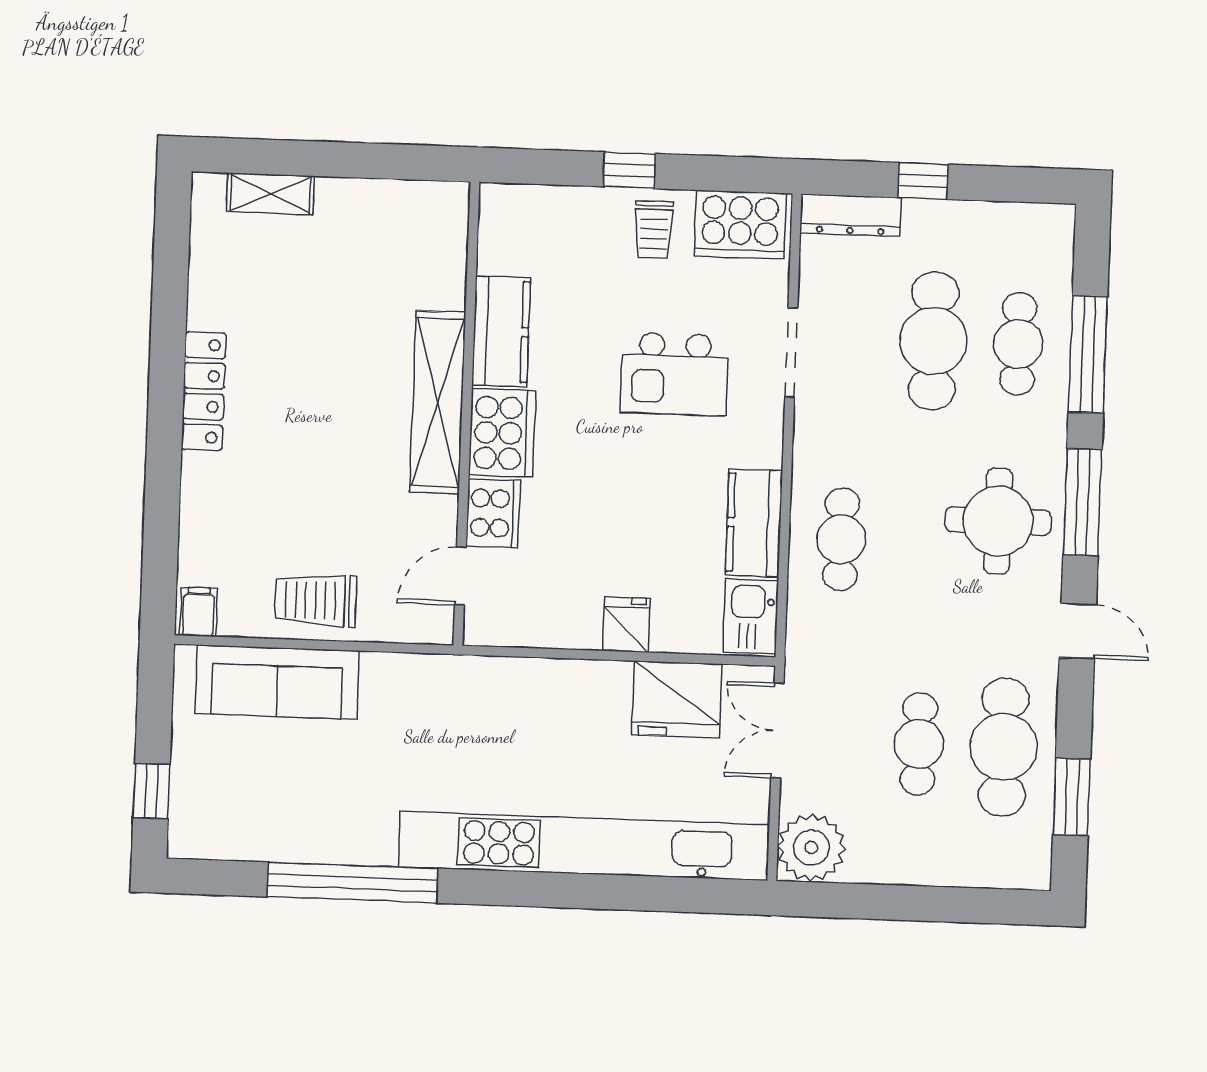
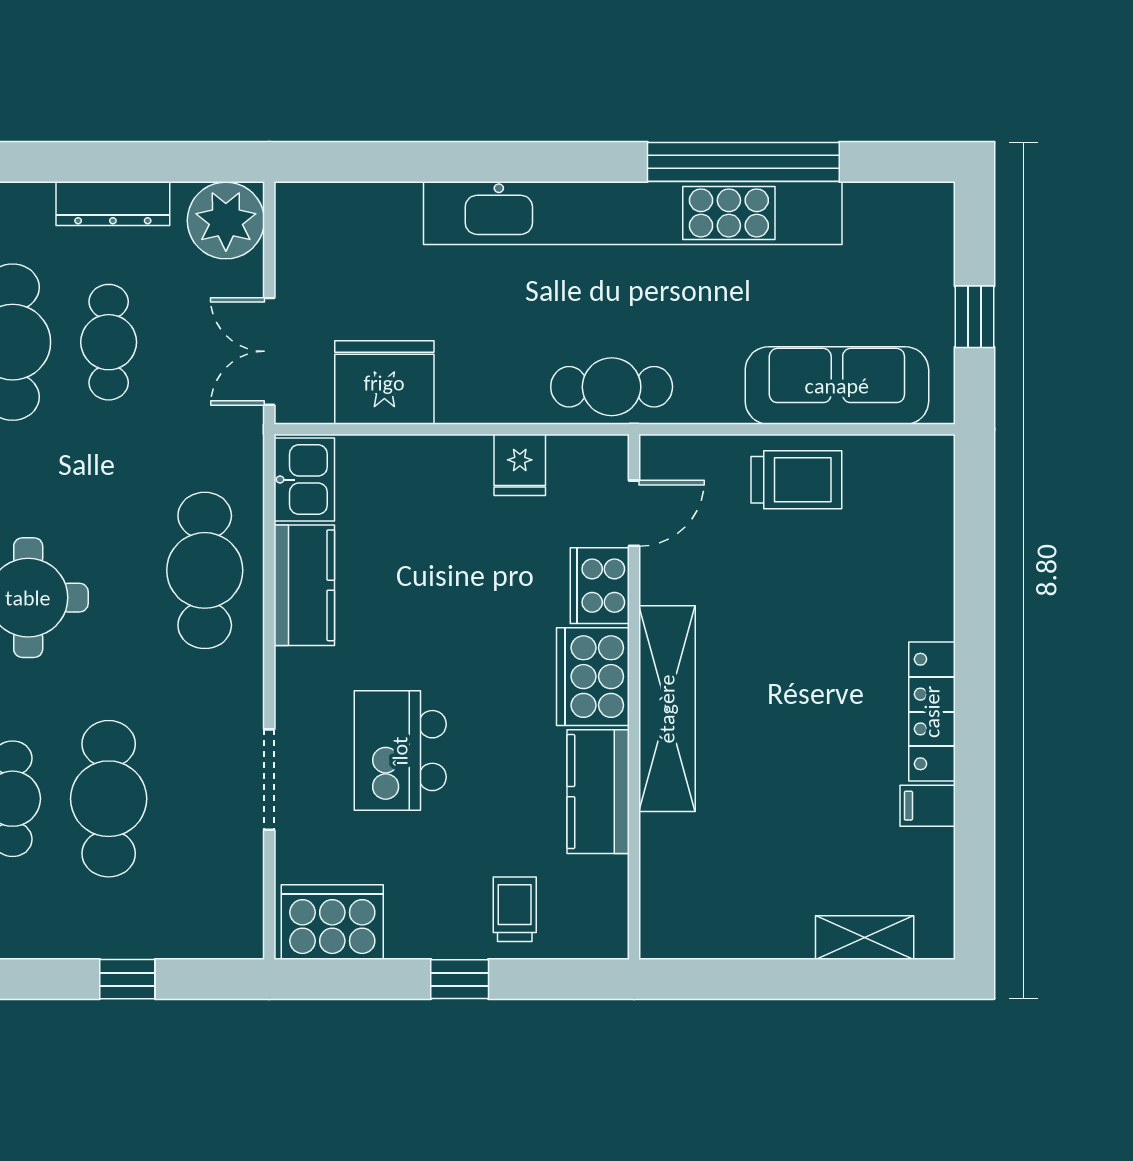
dresser: (851, 215) -> (113, 203), moved, turned 180
trolley: (654, 230) -> (515, 909), moved
kitchen island: (674, 374) -> (400, 751), turned -90
cafe table: (841, 539) -> (205, 570), width x1.37, depth x1.35
filing cabinet: (198, 612) -> (928, 806), moved, turned 90
fridge: (626, 625) -> (520, 465), moved
cafe table: (476, 688) -> (612, 387), added
double door: (777, 731) -> (269, 351), swing flipped
window: (151, 791) -> (975, 317), moved
kitchen unit: (584, 846) -> (633, 213), moved

